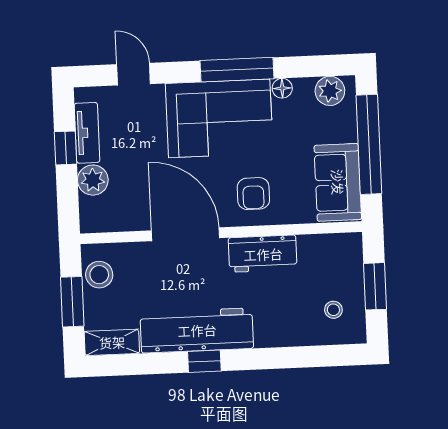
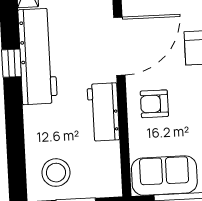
stool: (333, 310) -> (56, 173), width x1.89, depth x1.89

